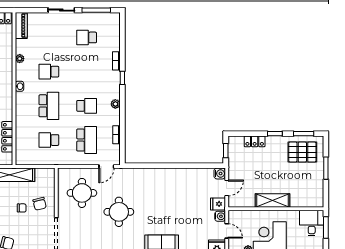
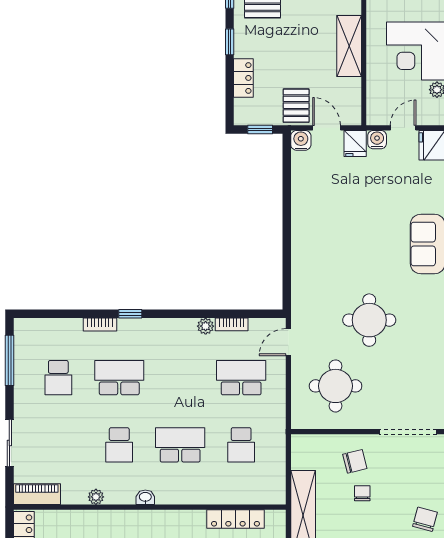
sliding door: (61, 10) -> (9, 443), moved
plant: (115, 104) -> (206, 326), moved
school desk: (87, 106) -> (119, 378), moved, width x1.85
door: (106, 167) -> (288, 342), swing flipped
pallet: (239, 171) -> (296, 106), added

